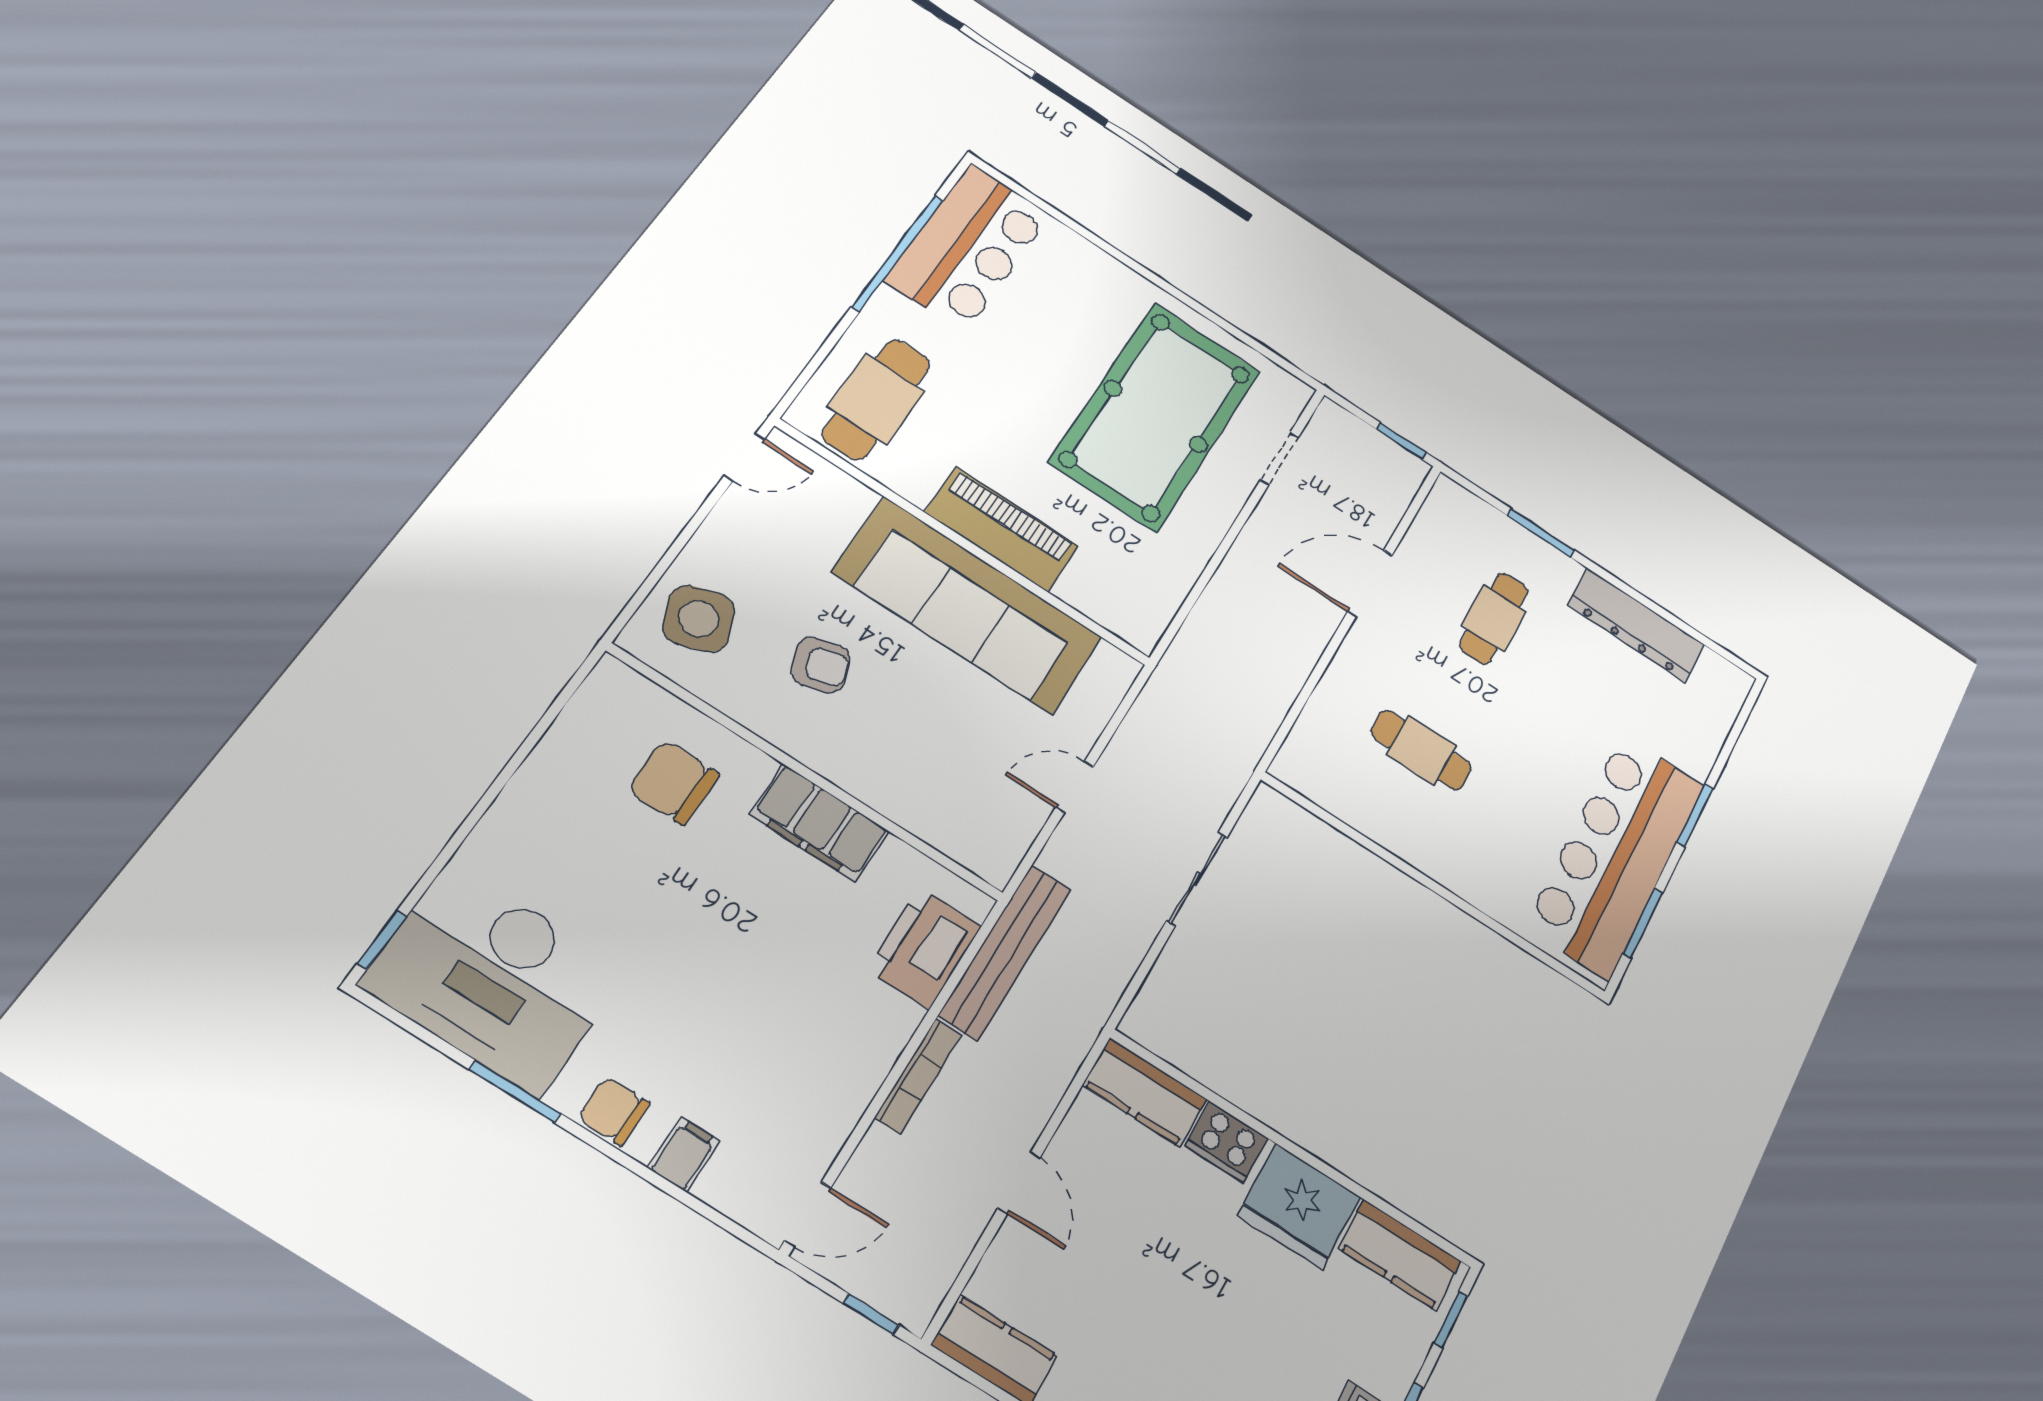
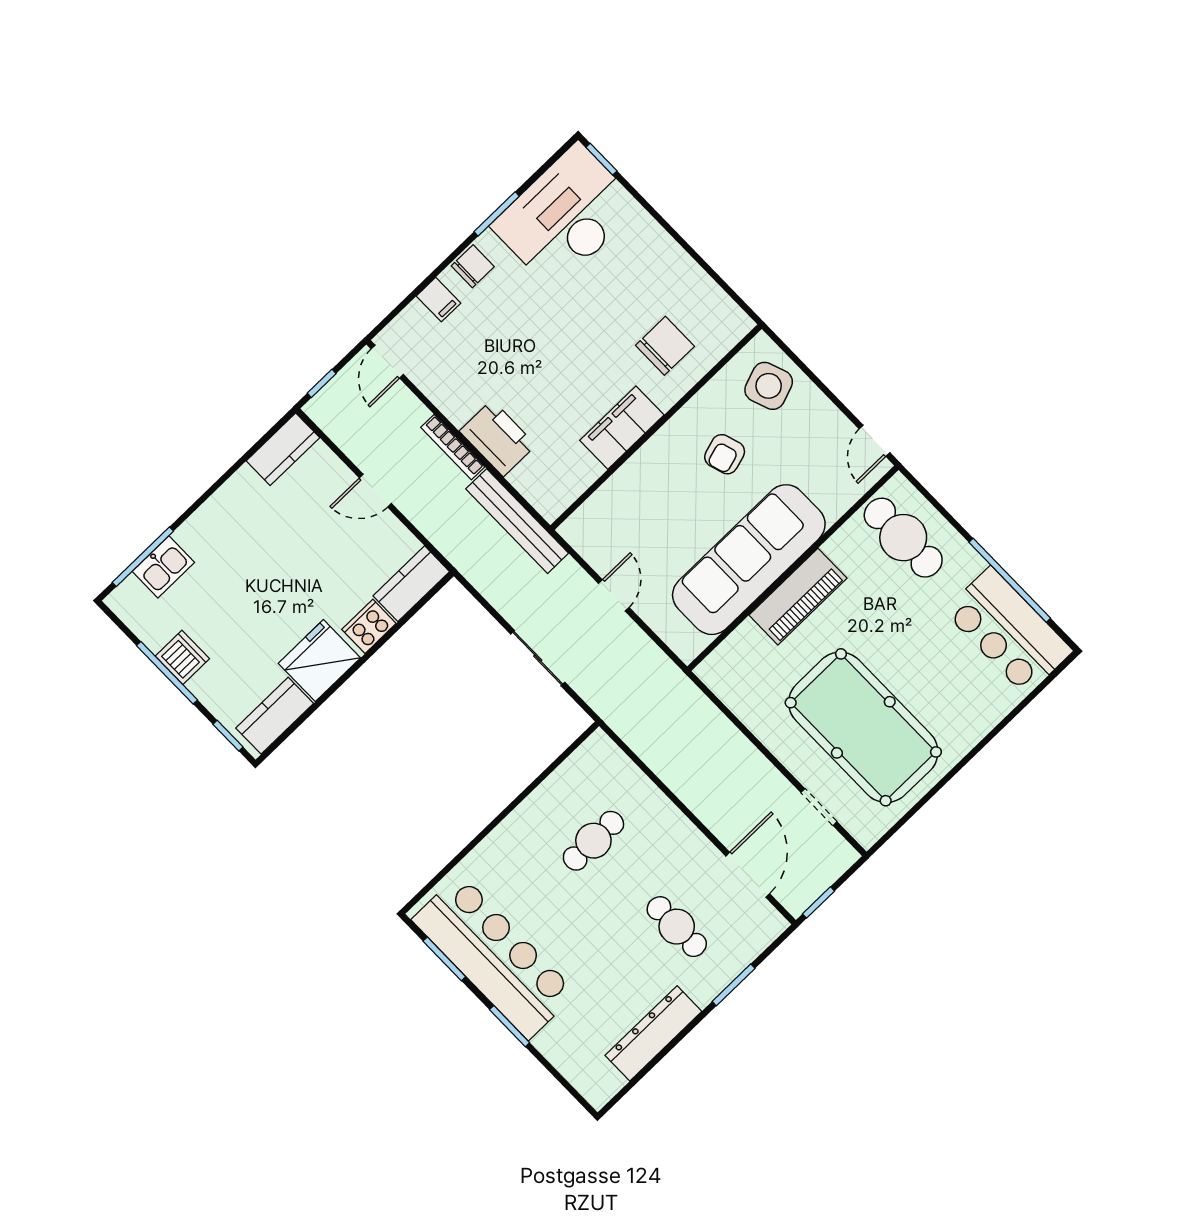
door: (1370, 583) -> (748, 875), moved
printer: (924, 948) -> (498, 438), moved

